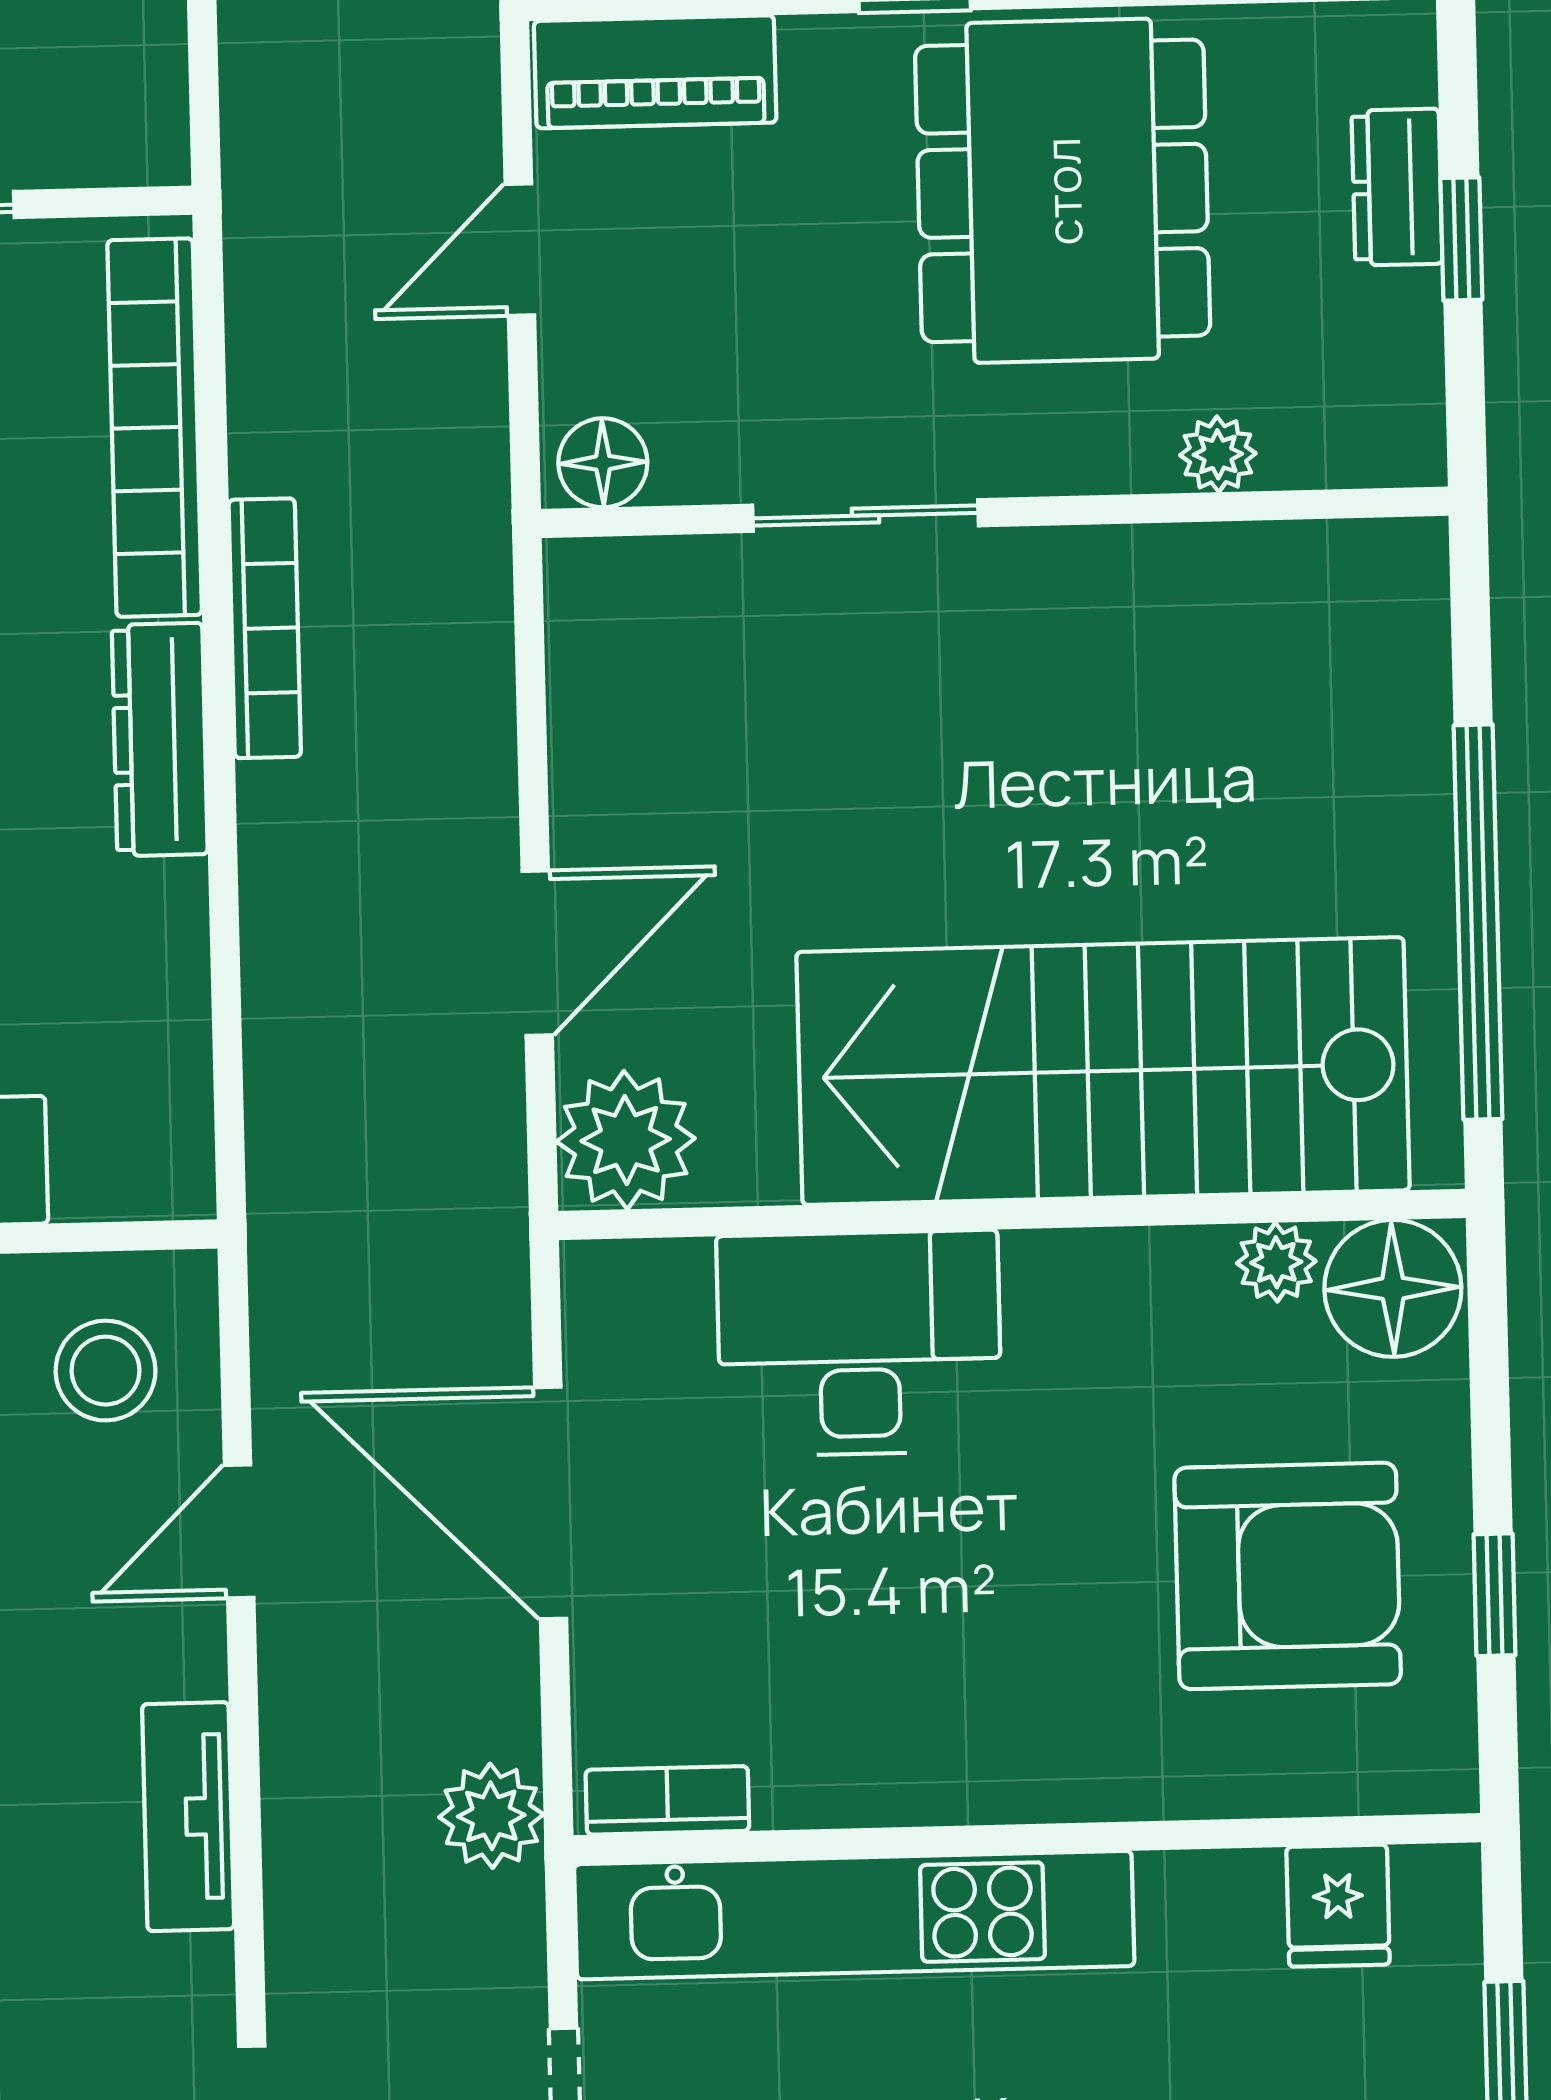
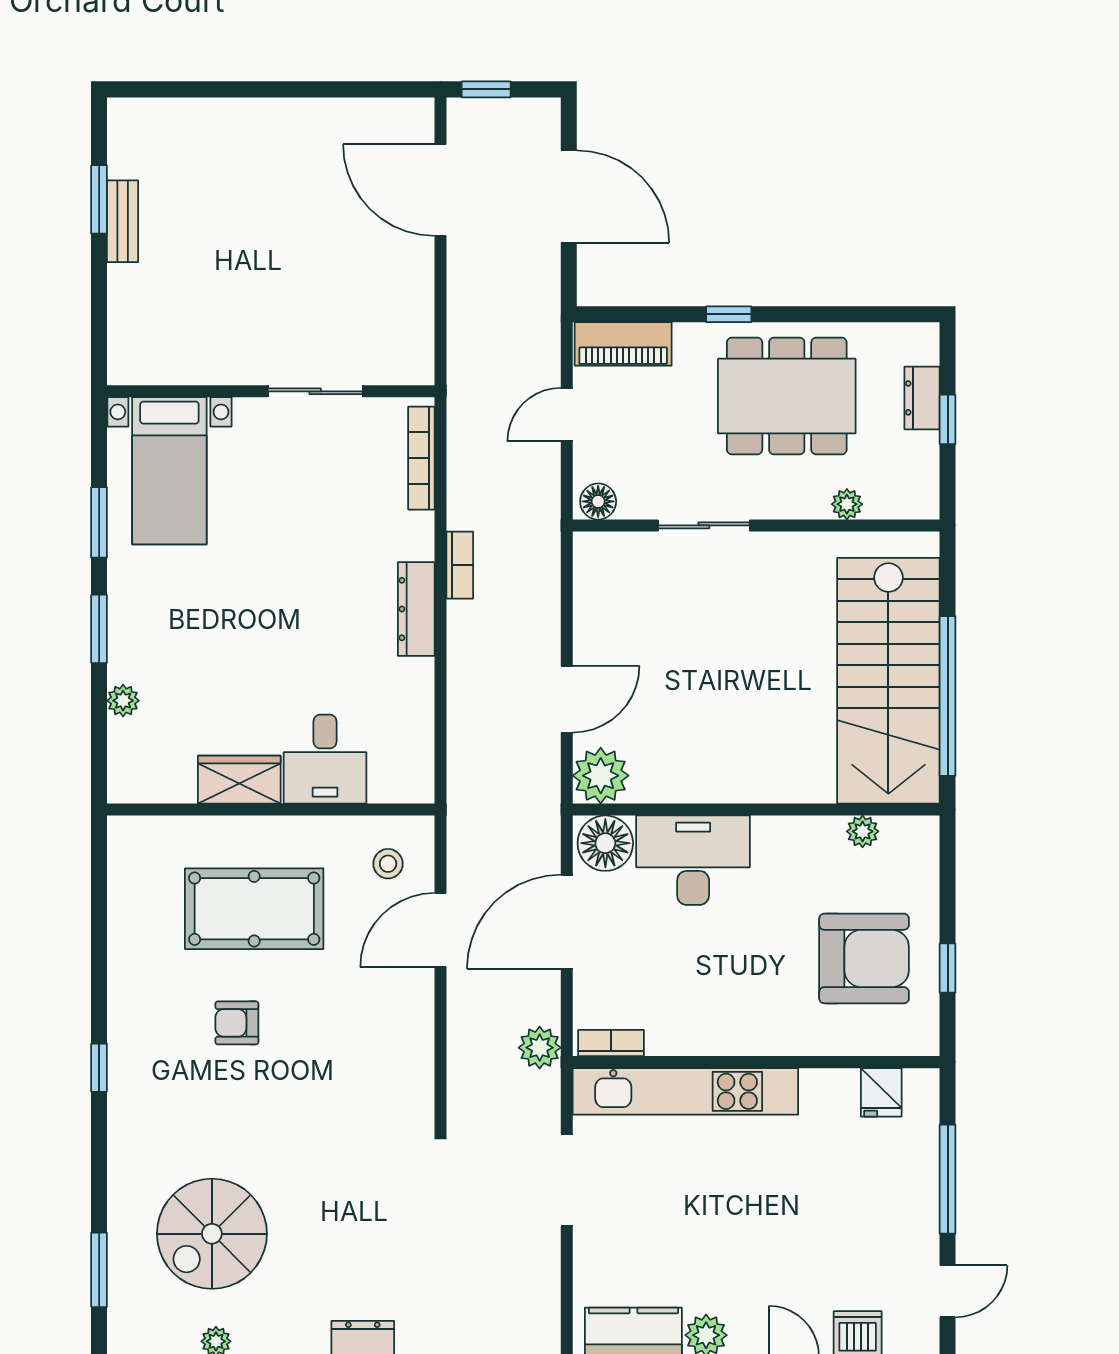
dining table: (1063, 191) -> (787, 396), turned 90
bookcase: (155, 428) -> (421, 458), width x0.68, depth x0.76
bookcase: (265, 628) -> (460, 565), width x0.64
stairs: (1103, 1071) -> (888, 681), moved, turned -90
floor lamp: (1393, 1288) -> (605, 843), moved
stool: (106, 1371) -> (388, 864), width x0.73, depth x0.73
door: (551, 1503) -> (567, 922), hinge flipped
door: (239, 1531) -> (440, 930), width x1.38
tv unit: (188, 1817) -> (417, 1045), removed

